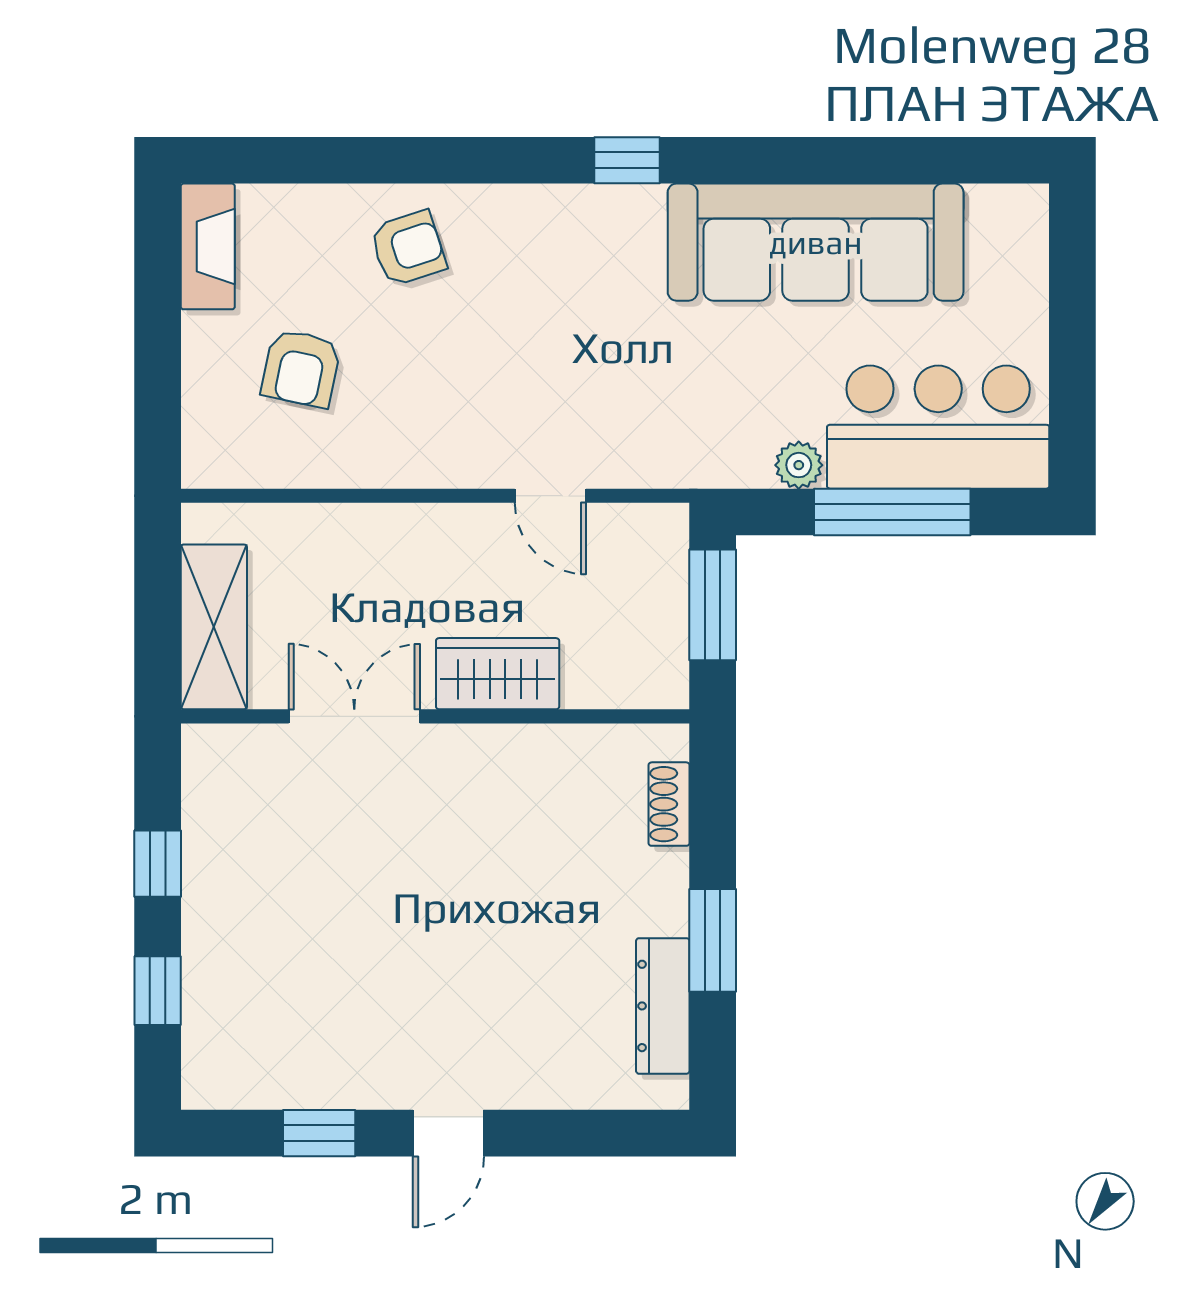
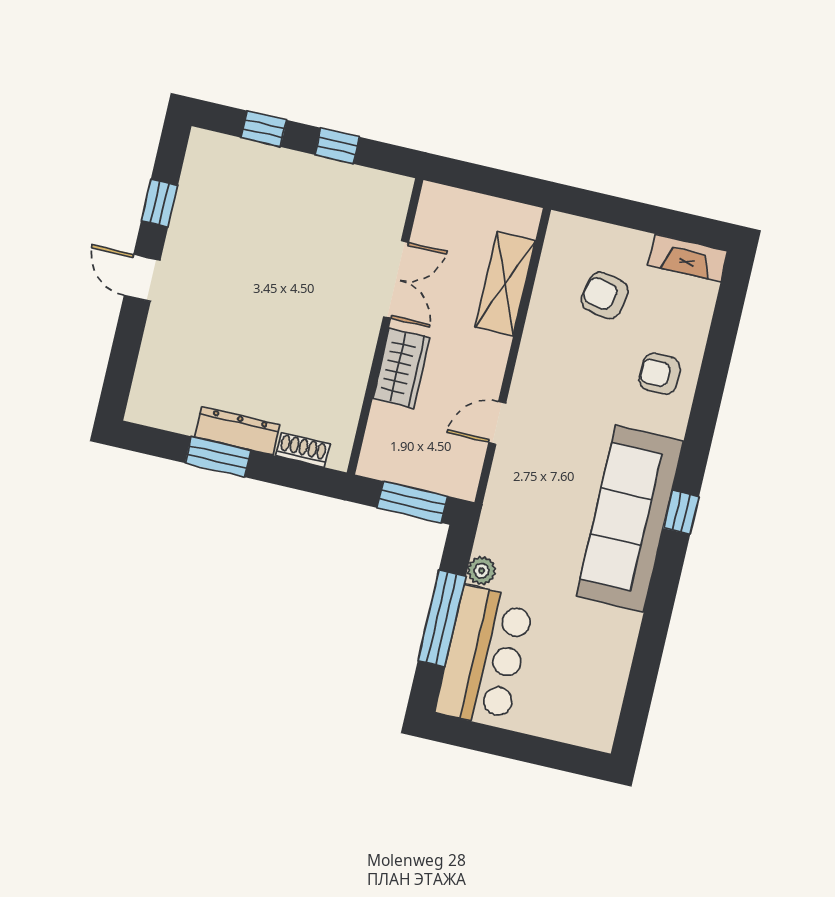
sofa: (816, 242) -> (630, 519), moved
armchair: (408, 248) -> (660, 374), turned 108
shelving: (214, 627) -> (505, 284), moved, turned 90
dresser: (663, 1006) -> (237, 431), moved

